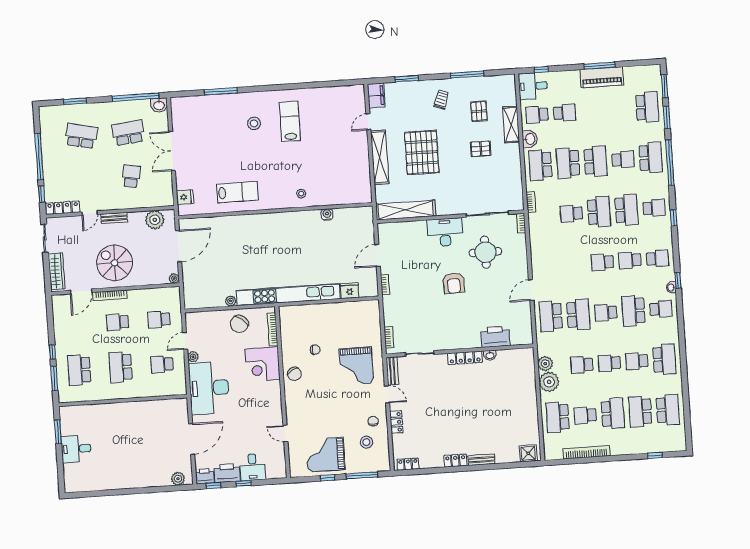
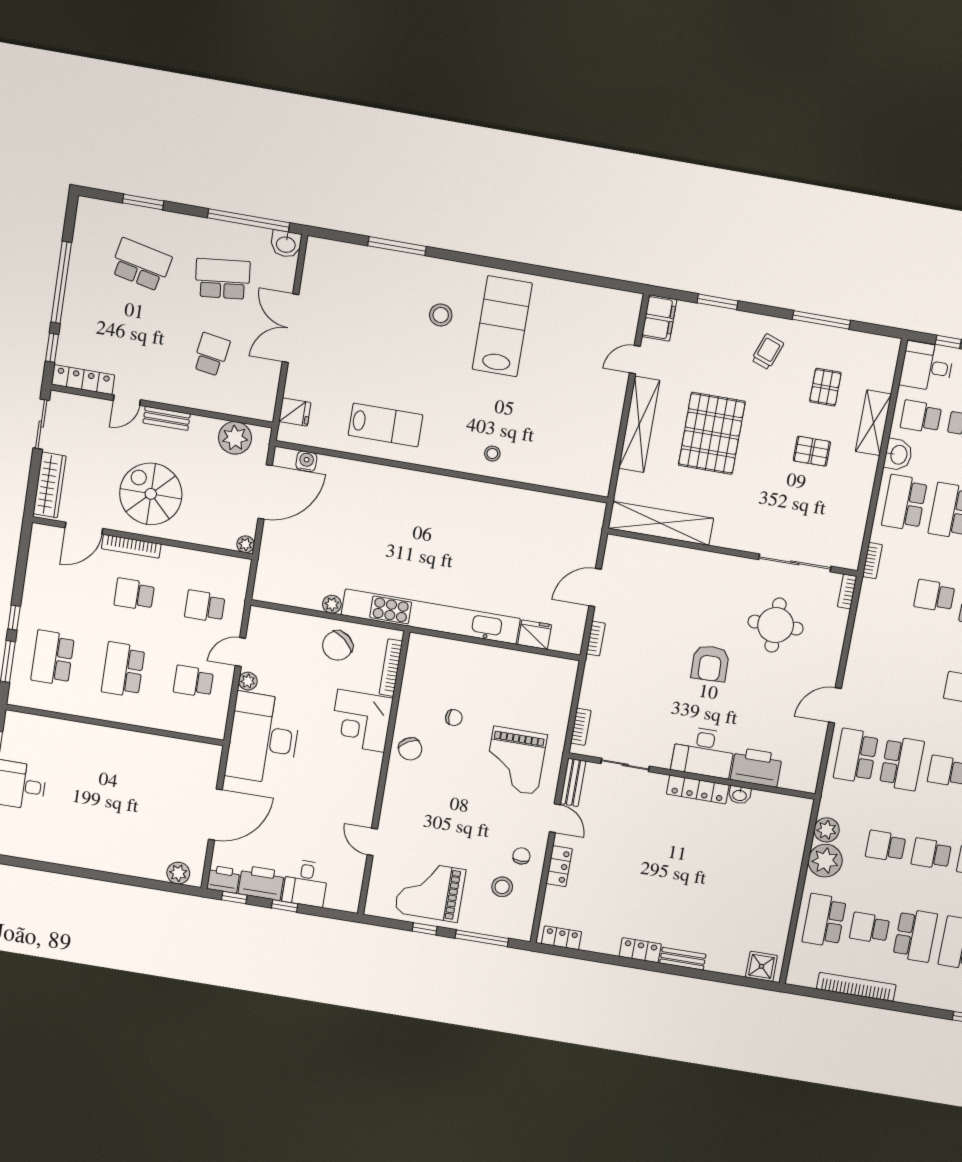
lab bench: (290, 121) -> (502, 326), width x1.36, depth x1.39
water cooler: (327, 214) -> (306, 461), moved
desk: (445, 232) -> (703, 752), moved, turned 180

